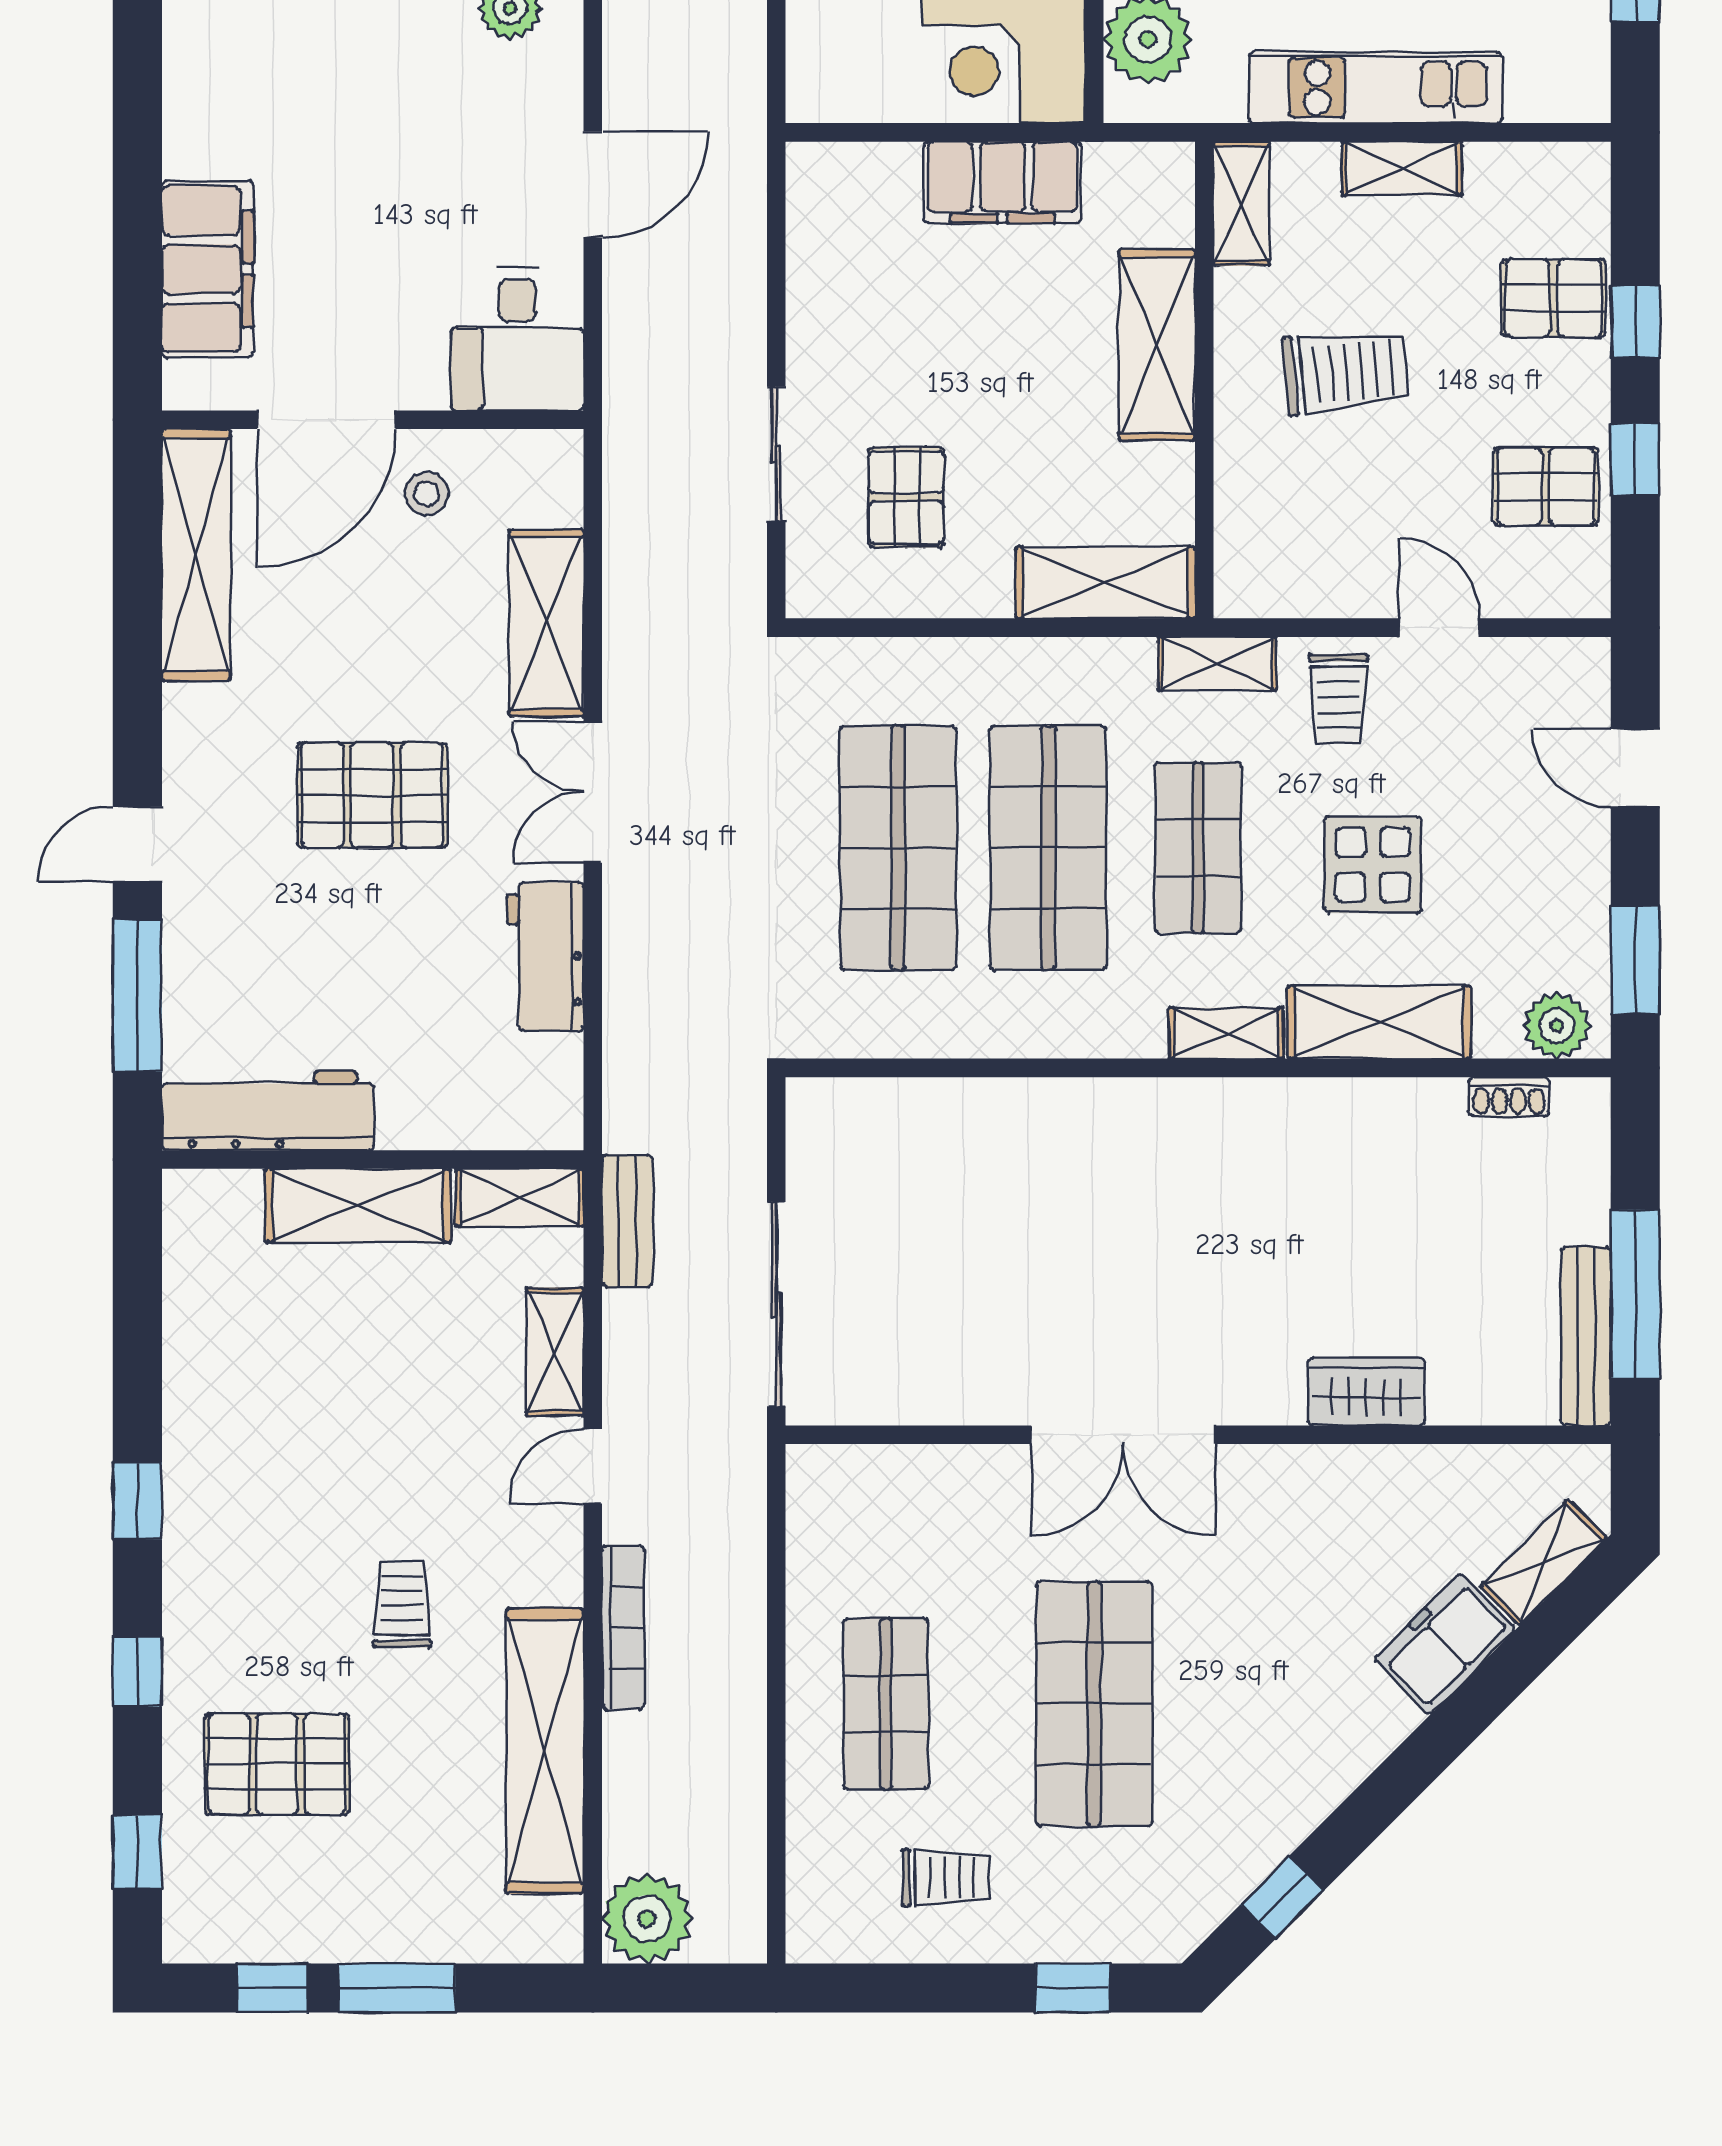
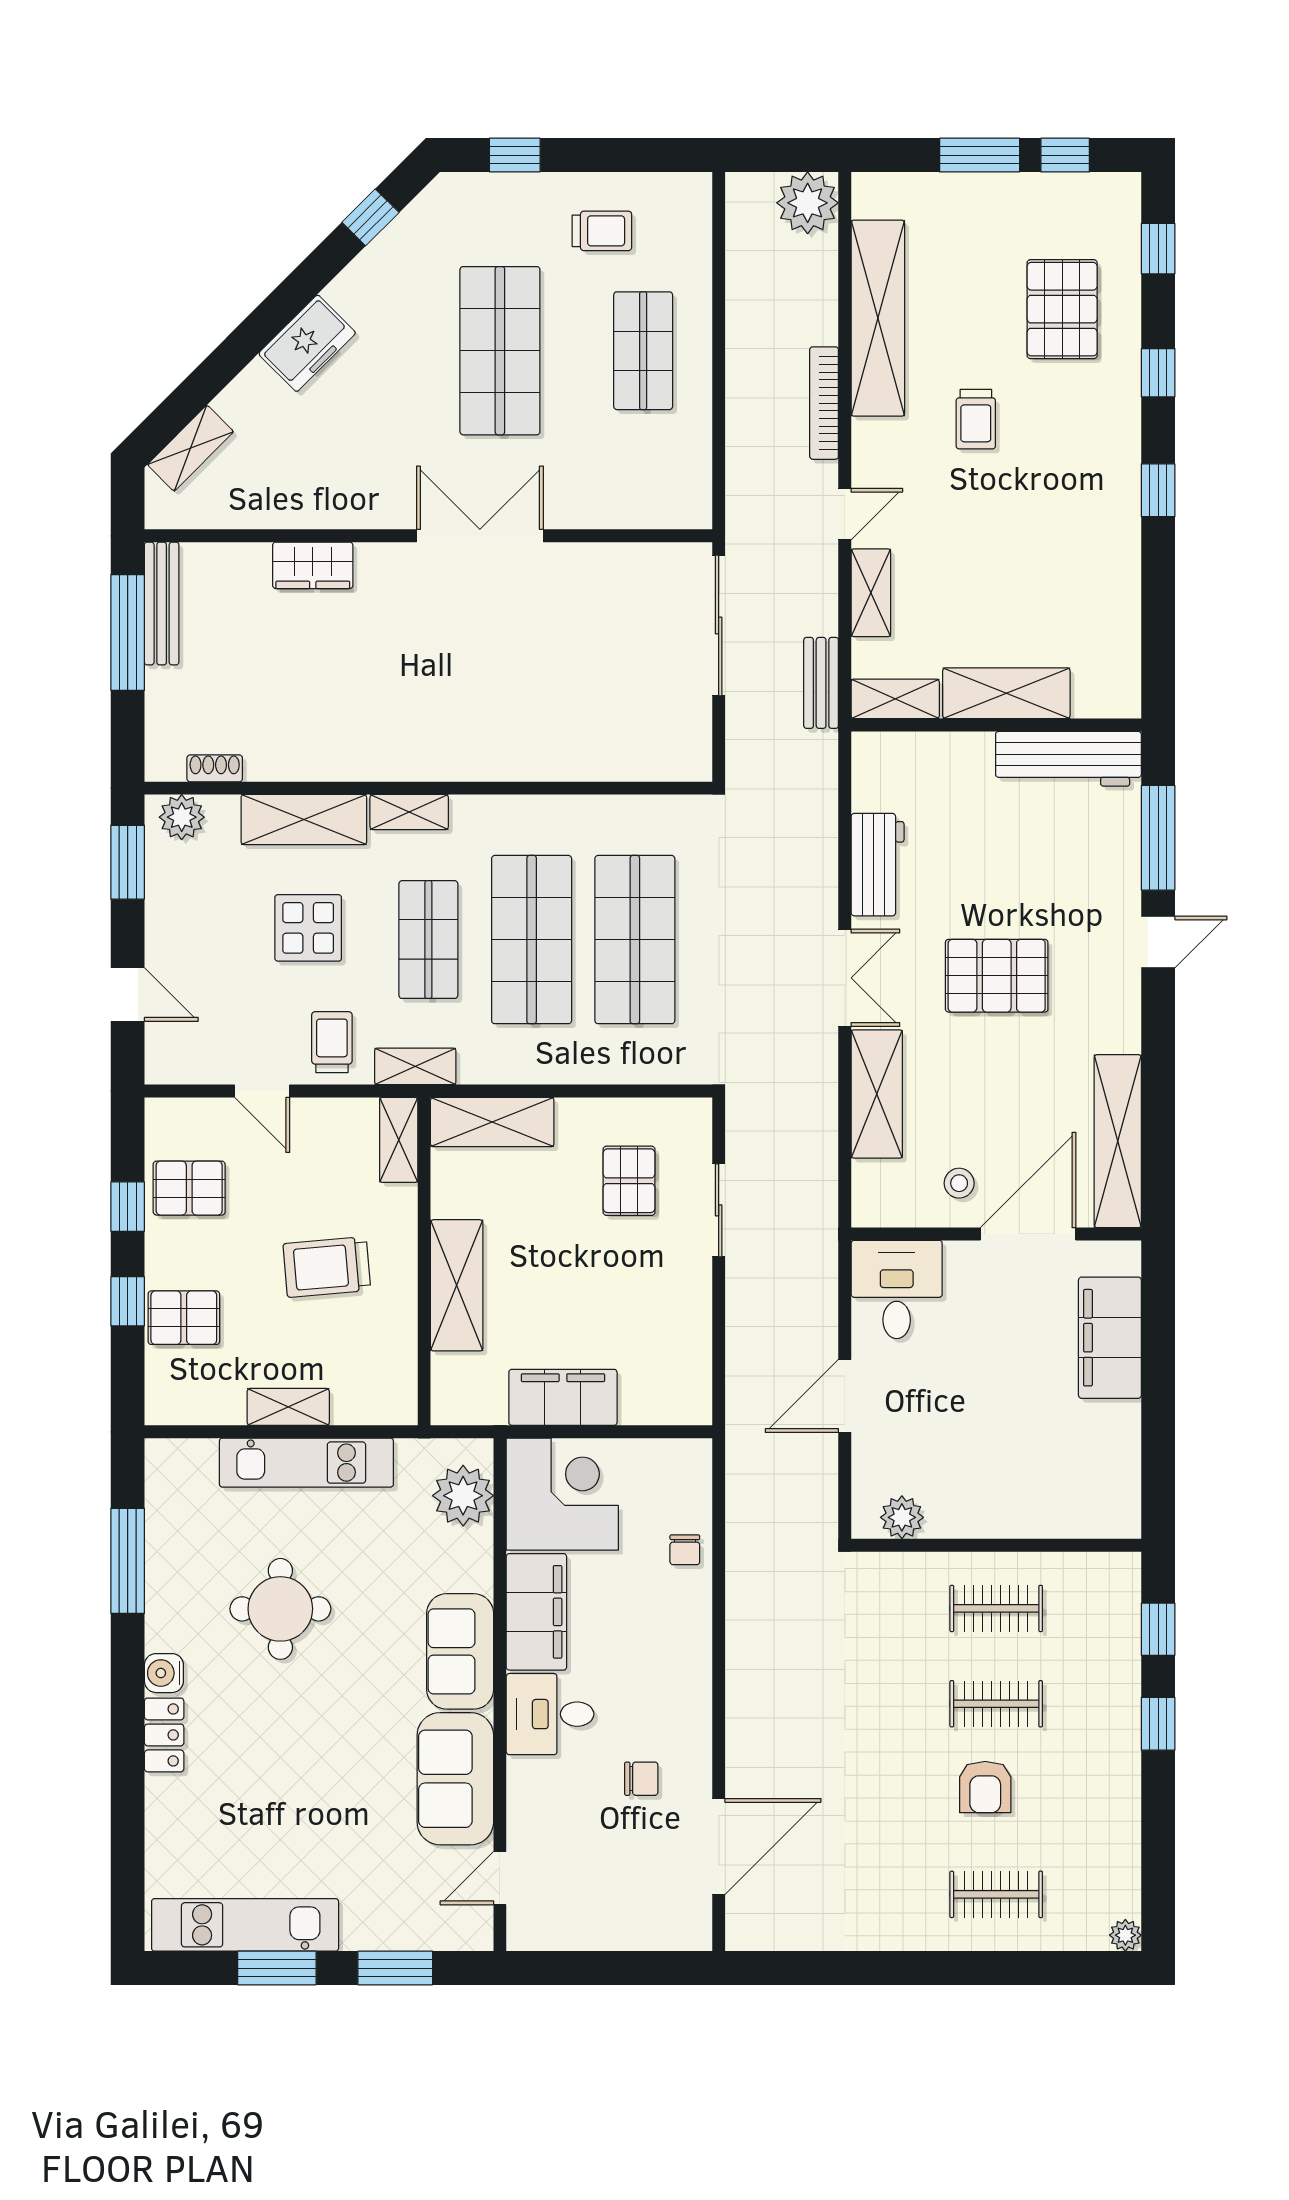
shelving: (1241, 203) -> (399, 1140), moved
freezer: (1445, 1644) -> (307, 343), moved
pallet: (277, 1764) -> (1062, 309), turned 90
trolley: (946, 1878) -> (602, 231), turned 180

